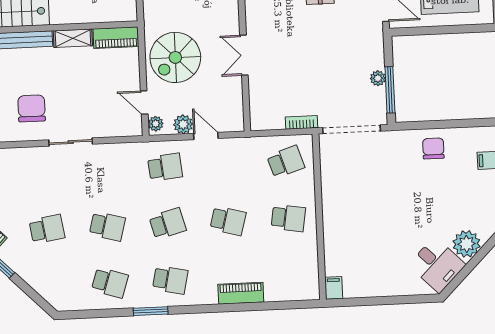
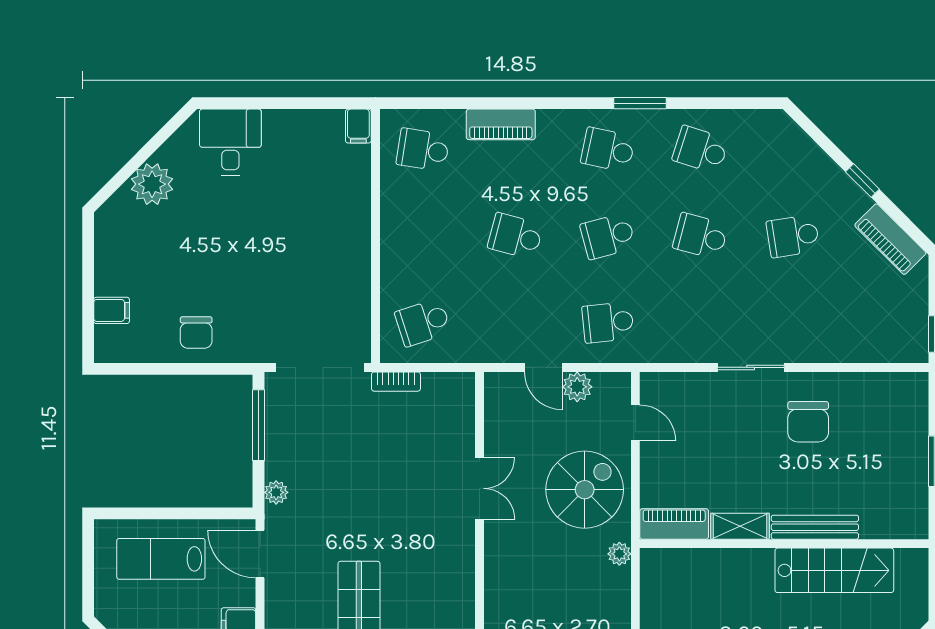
plant: (378, 78) -> (276, 492), moved
plant: (156, 124) -> (619, 554), moved
school desk: (288, 218) -> (423, 150), moved
desk: (437, 265) -> (230, 142), moved, turned 45

